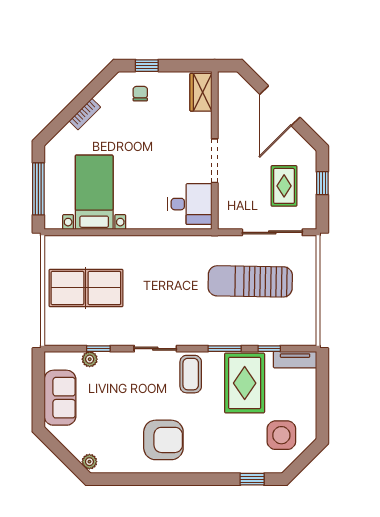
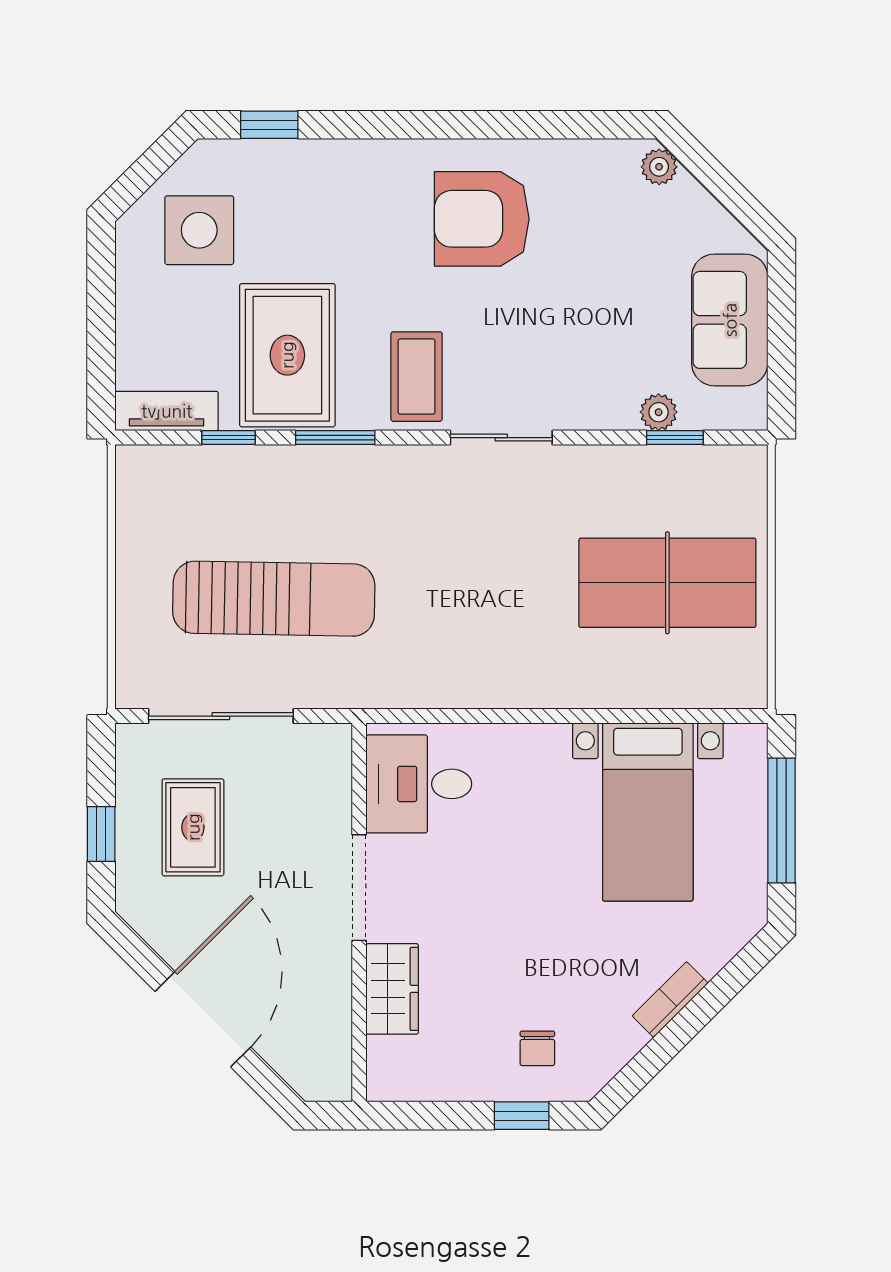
wardrobe: (201, 92) -> (392, 989), moved
window: (98, 349) -> (675, 438), moved

